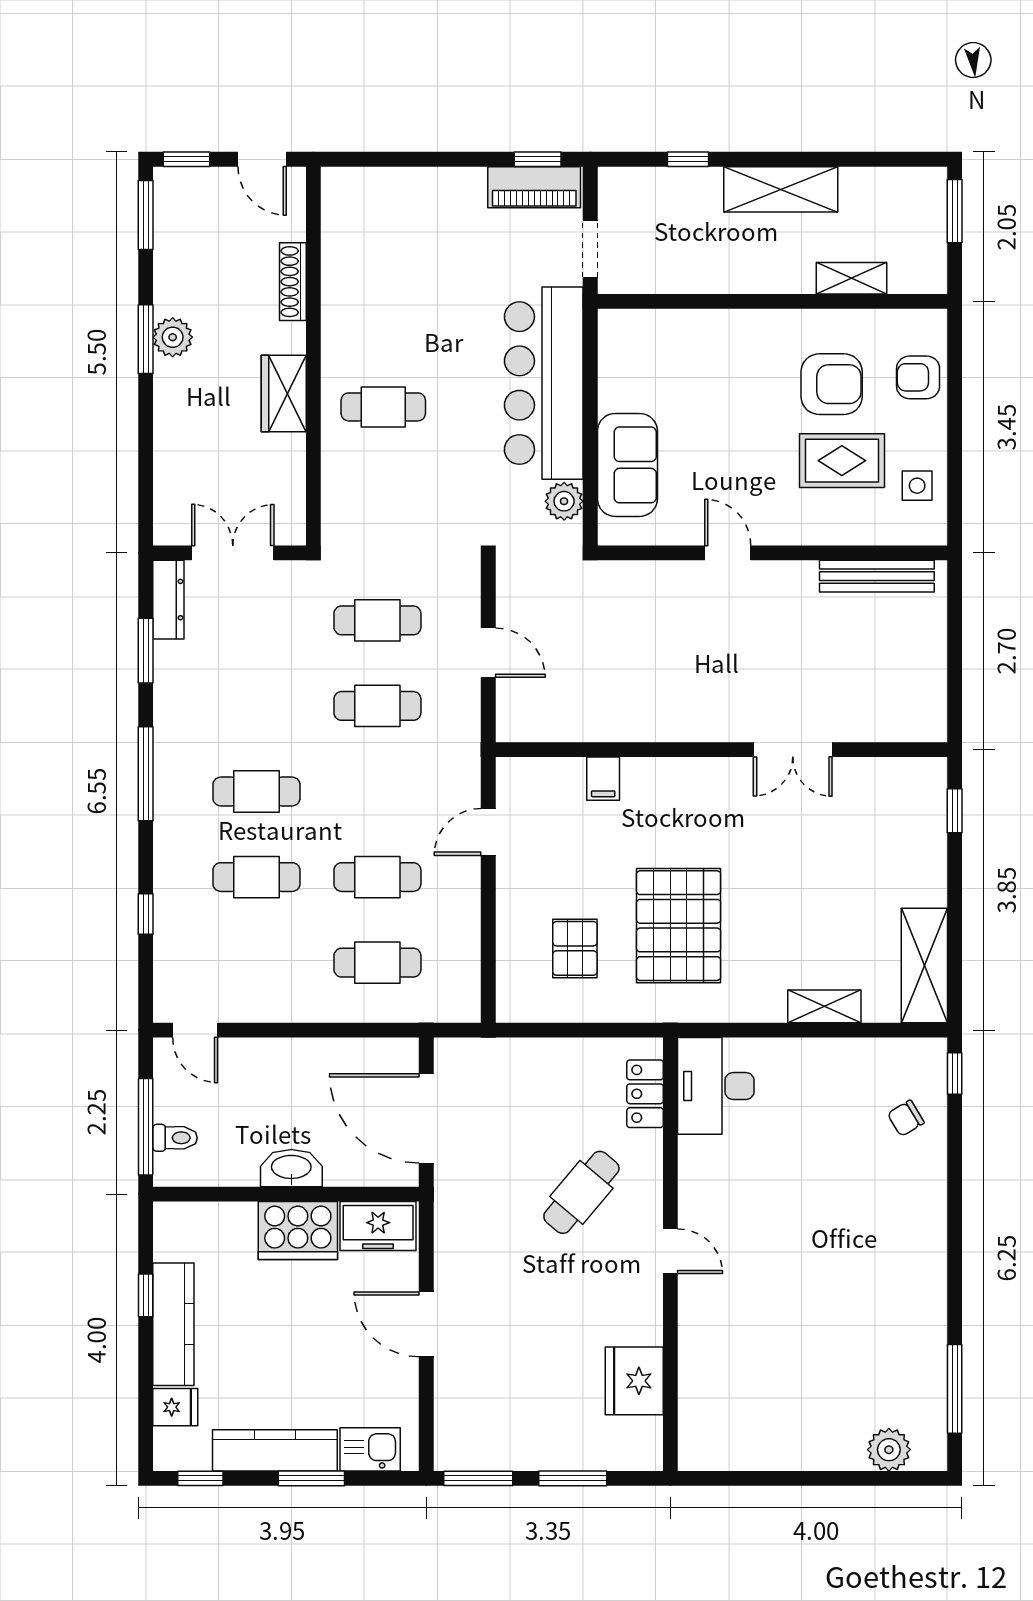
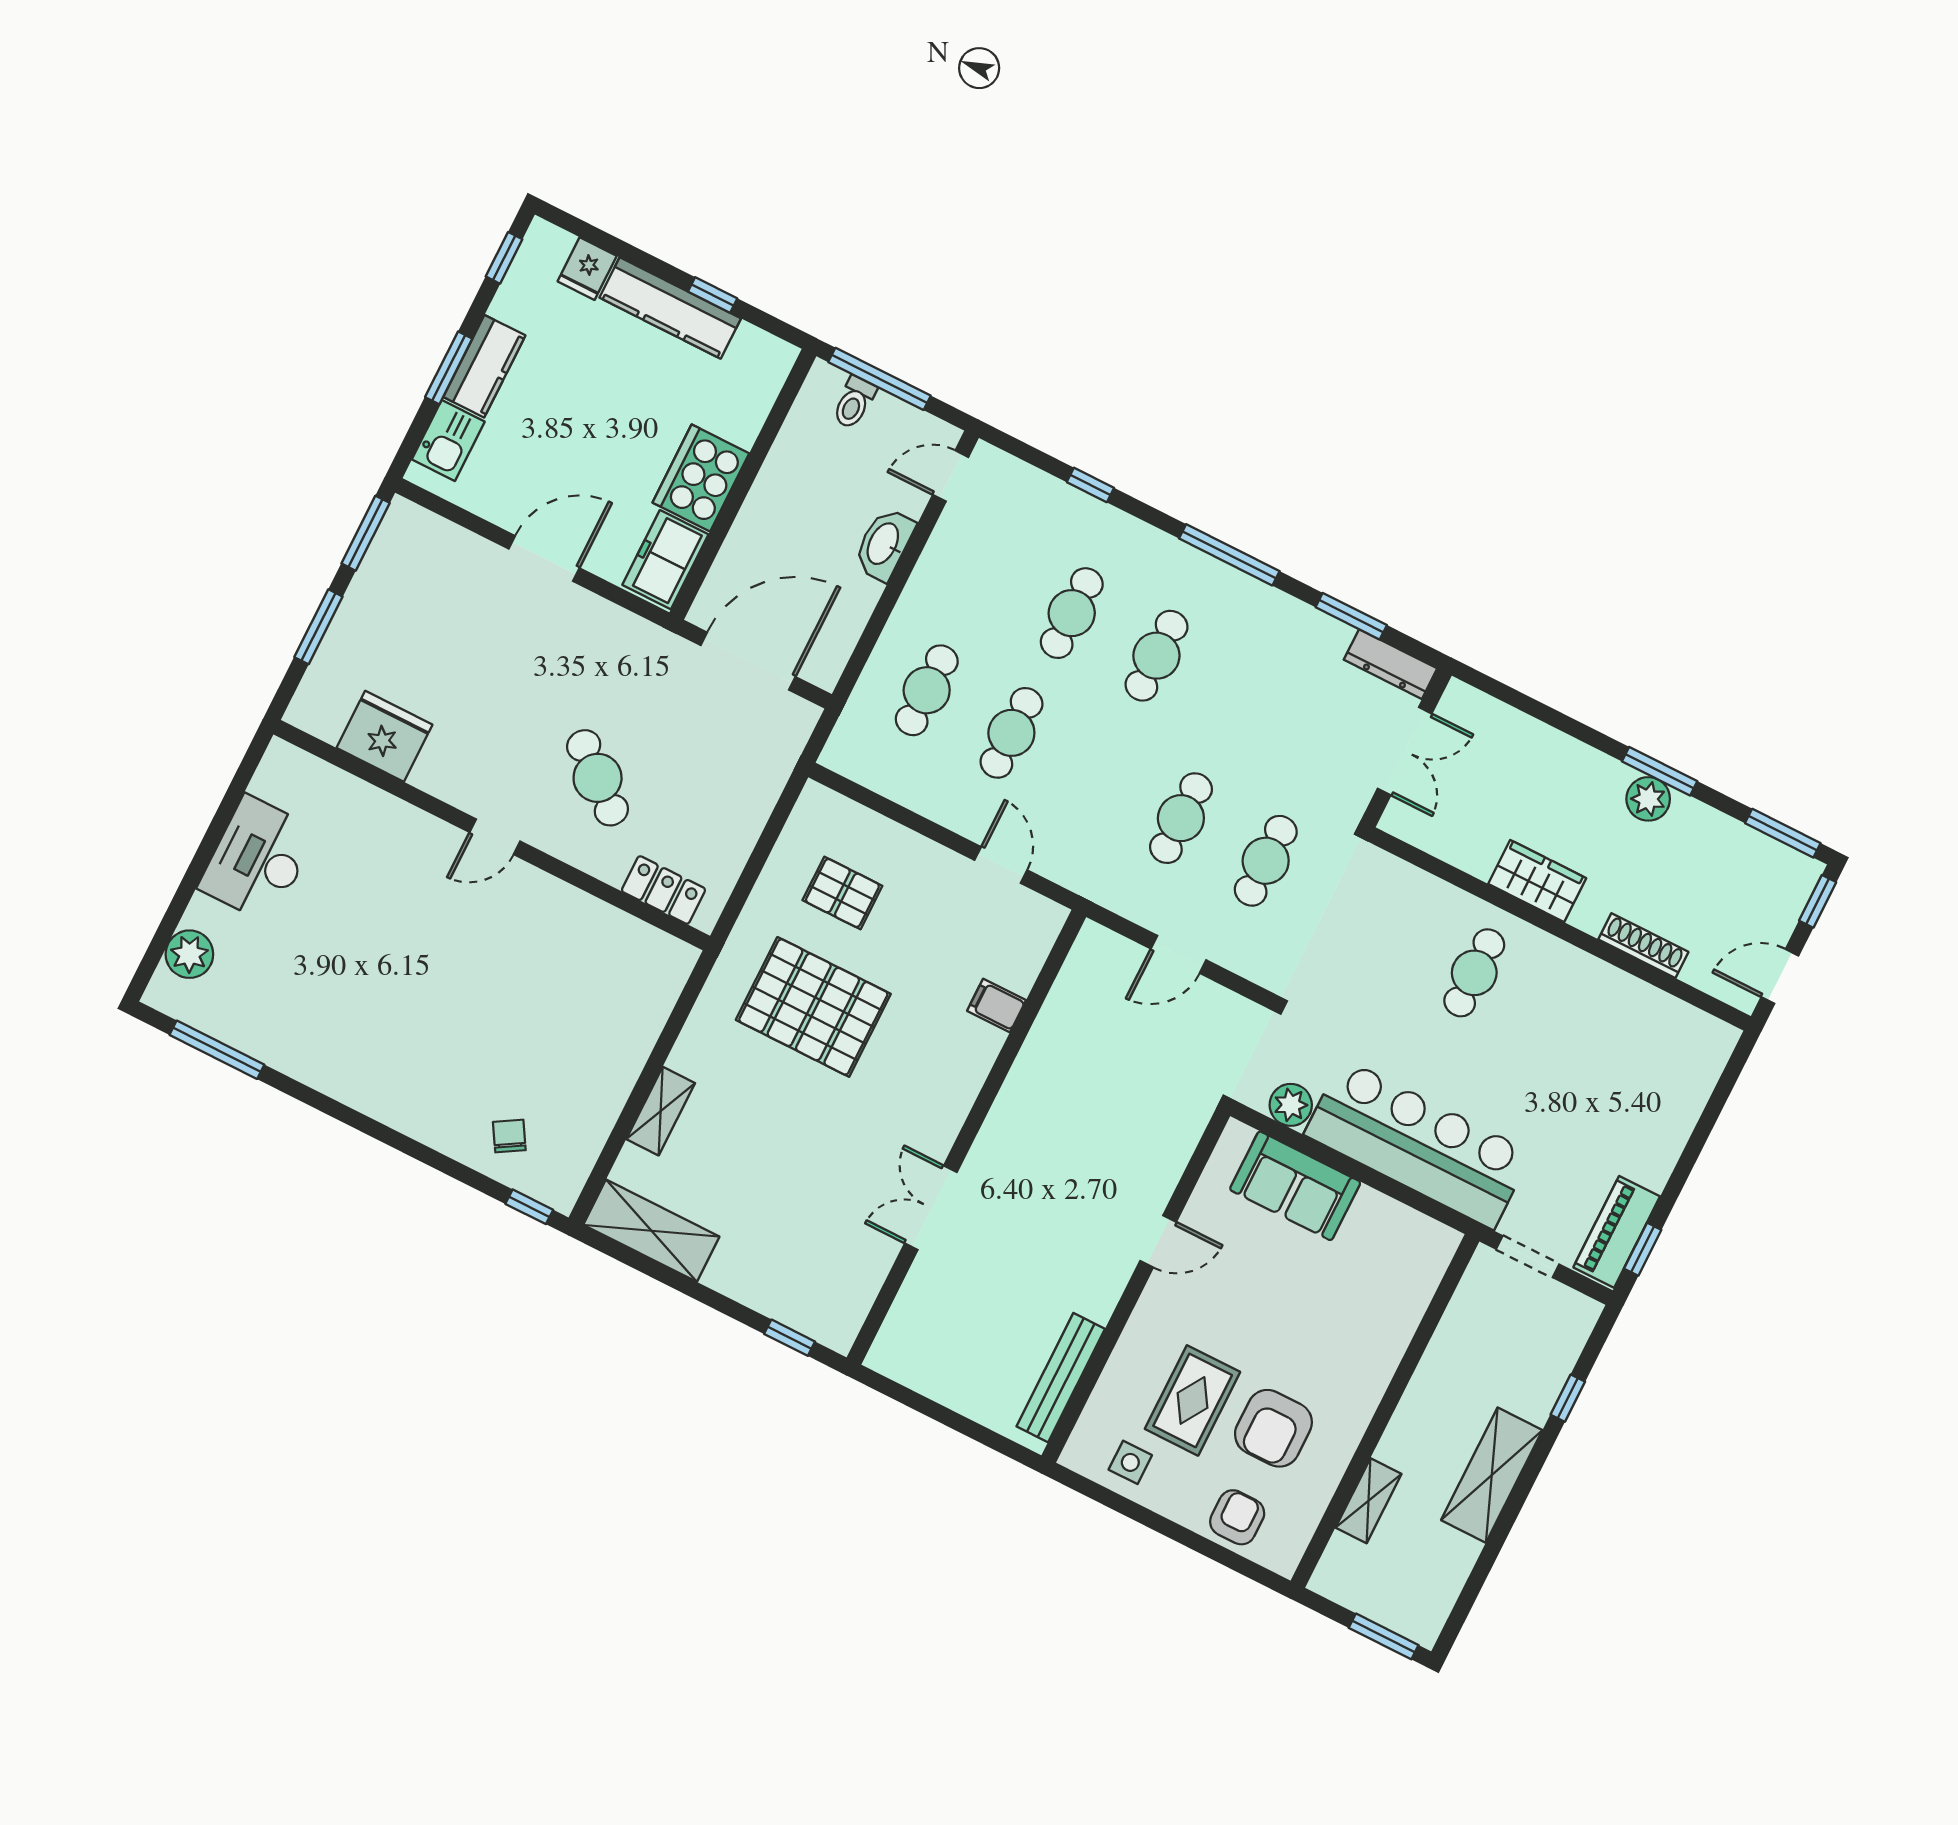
desk: (716, 1086) -> (258, 859), moved, turned -90
washbasin: (291, 1168) -> (884, 544), moved, turned 180
kitchen counter: (275, 1450) -> (484, 366), width x0.67

